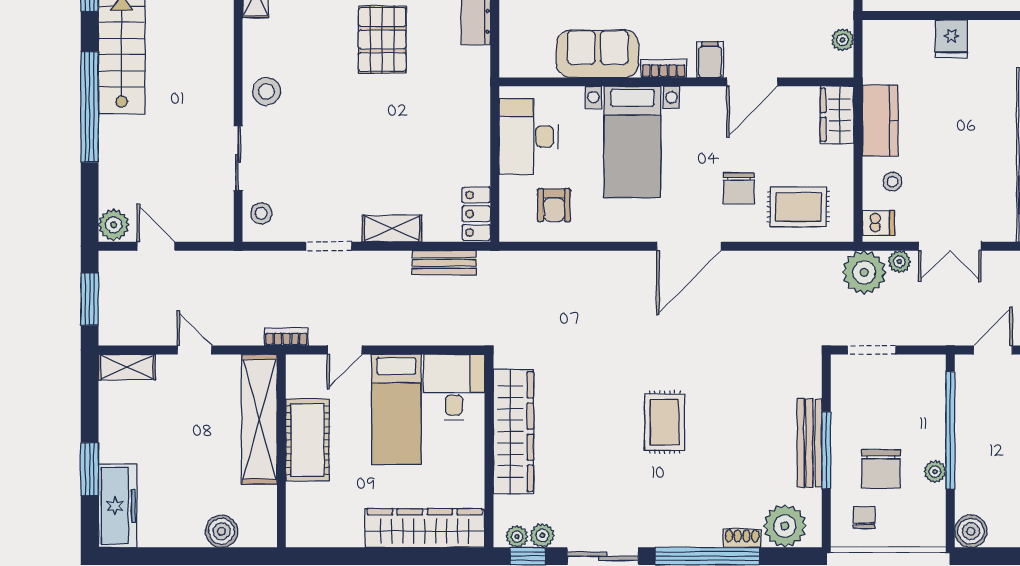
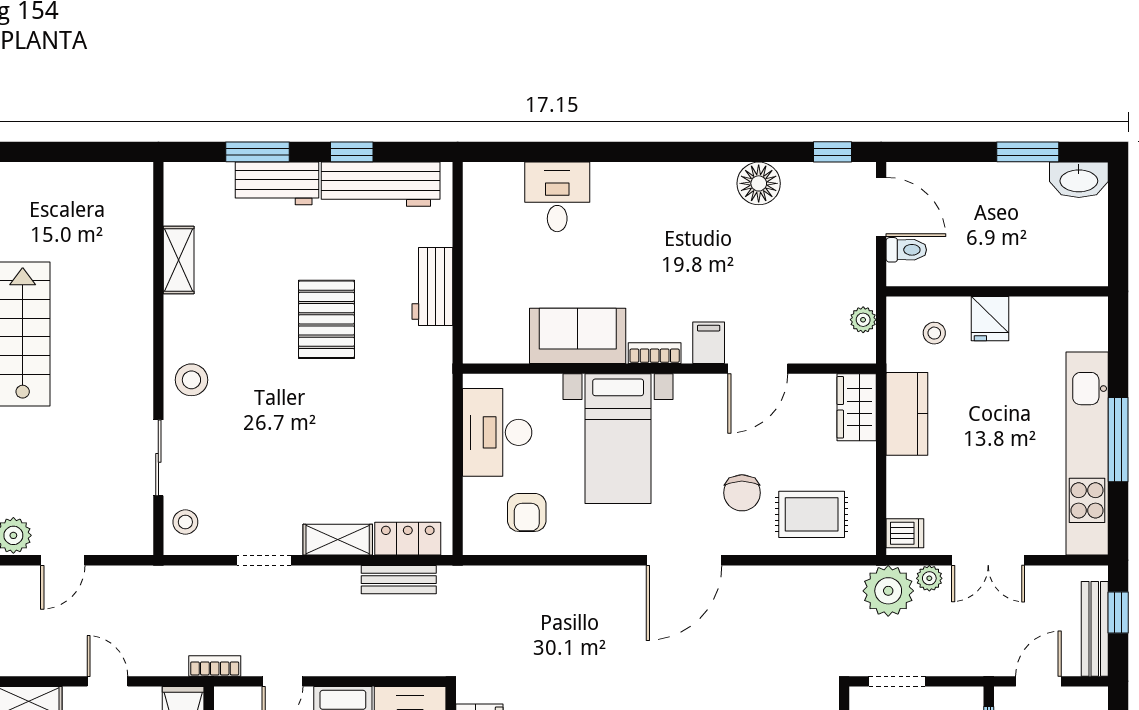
stool: (892, 182) -> (934, 333), moved
locker: (476, 214) -> (408, 539), moved, turned 90
door: (156, 246) -> (63, 560), swing flipped

